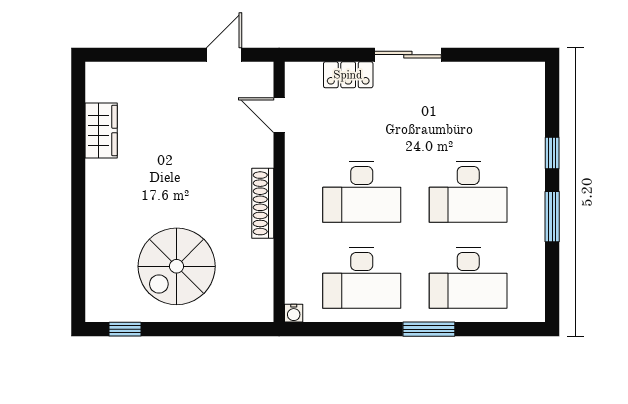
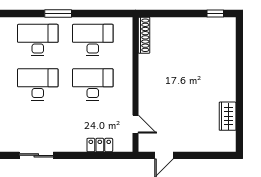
sliding door: (408, 55) -> (36, 155), moved
shoe rack: (263, 203) -> (144, 35), moved
spiral stairs: (177, 266) -> (189, 46), removed
water cooler: (294, 313) -> (128, 22), removed

